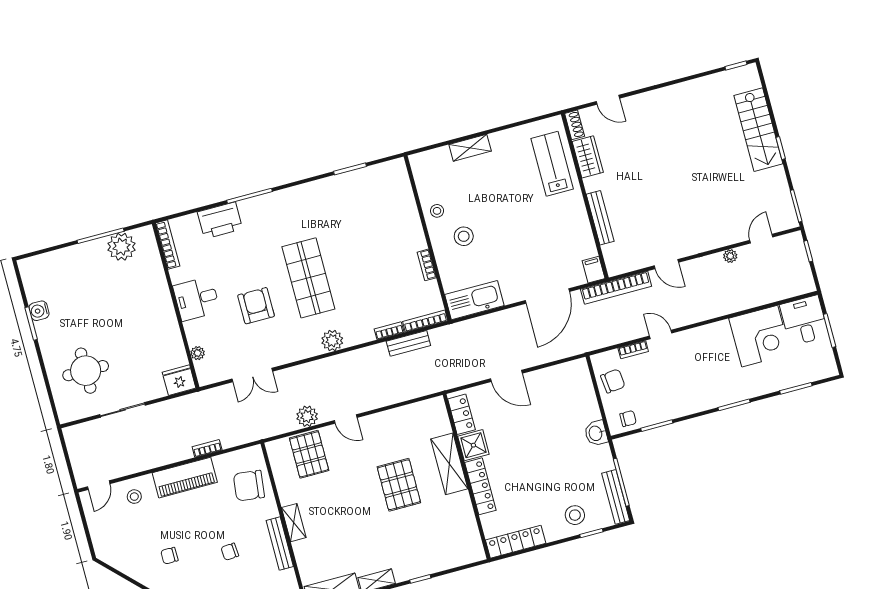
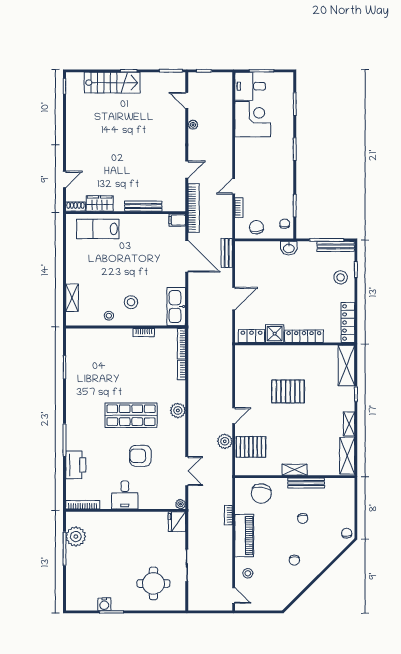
shelving: (470, 148) -> (72, 298), moved
bench: (408, 343) -> (227, 253), moved
plant: (198, 353) -> (181, 504), moved
shelving: (449, 464) -> (346, 366), moved, turned 90

